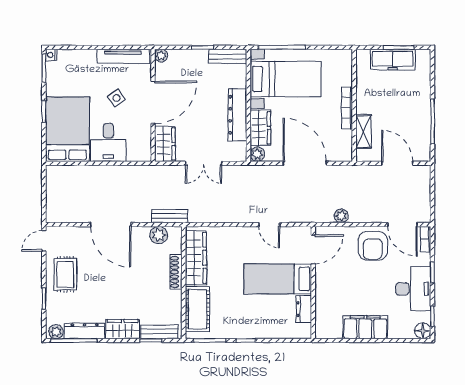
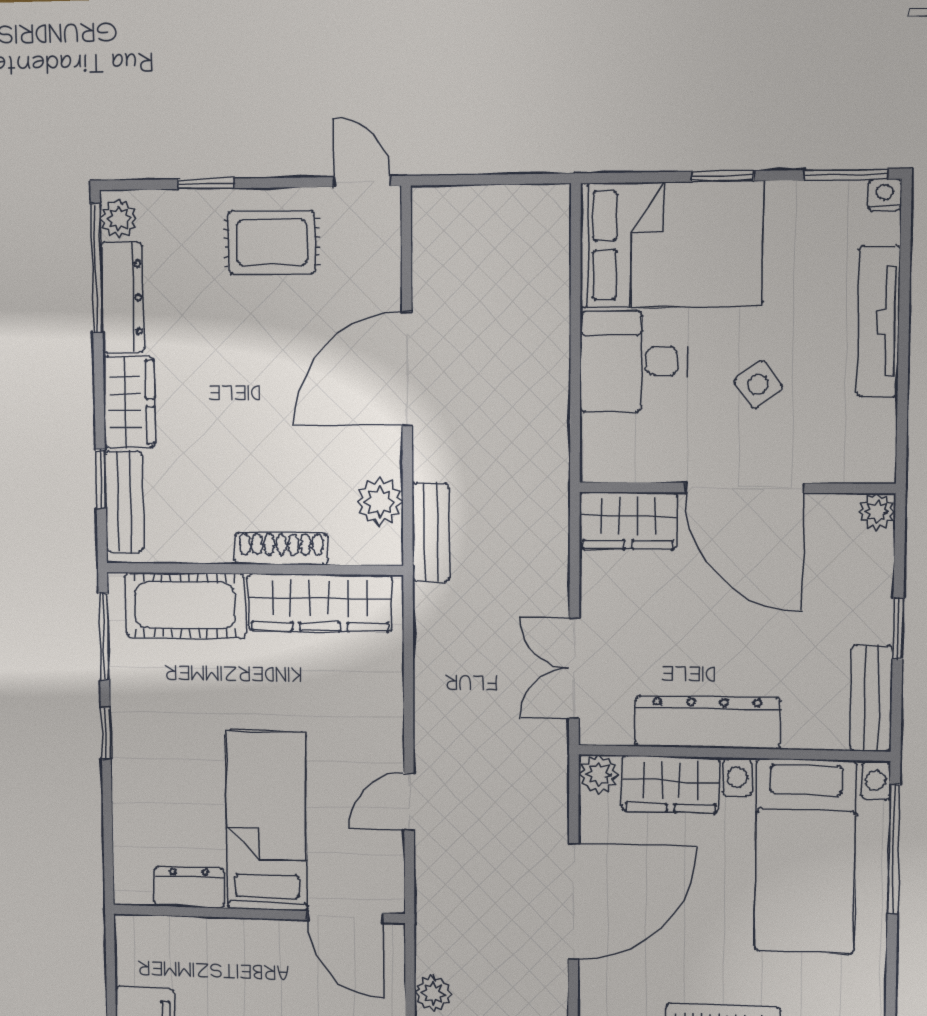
tv unit: (123, 56) -> (878, 322), moved
double door: (204, 163) -> (574, 668), moved

